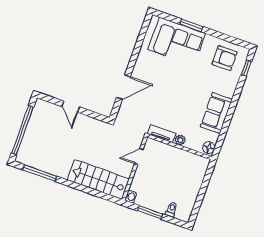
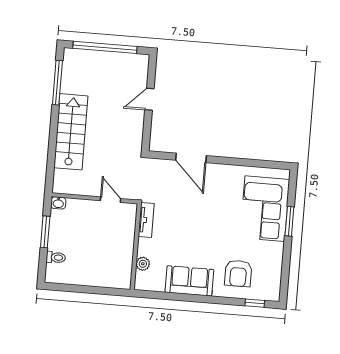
armchair: (225, 58) -> (238, 273), moved
plant: (180, 140) -> (143, 264), moved
floor lamp: (209, 148) -> (144, 283), removed
stairs: (98, 179) -> (71, 132), moved

